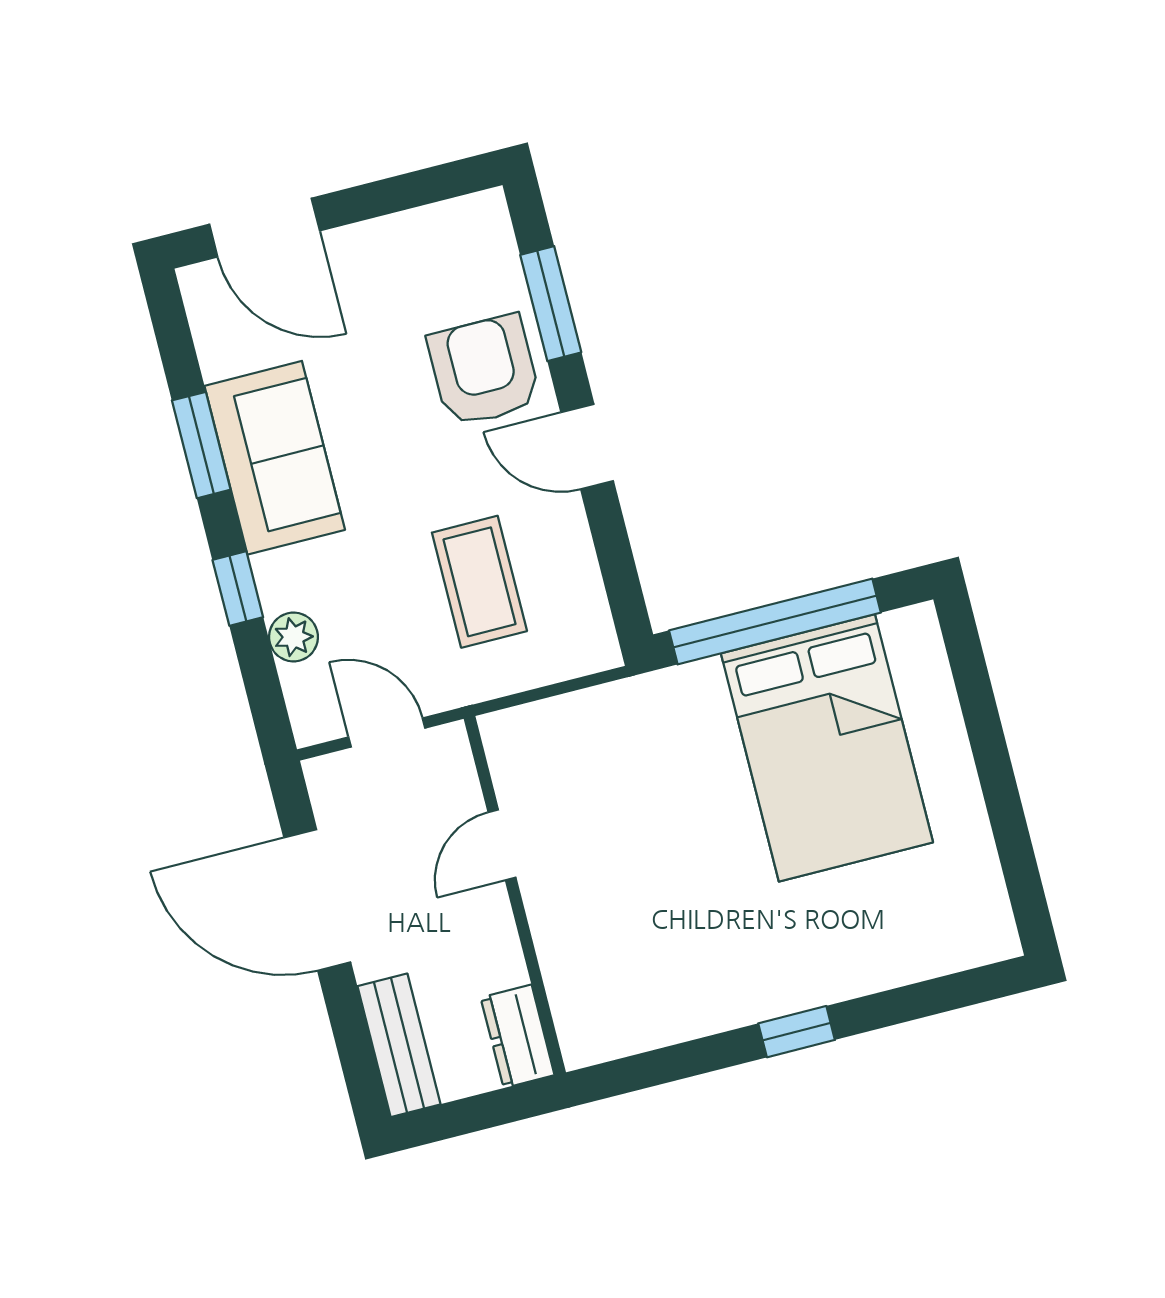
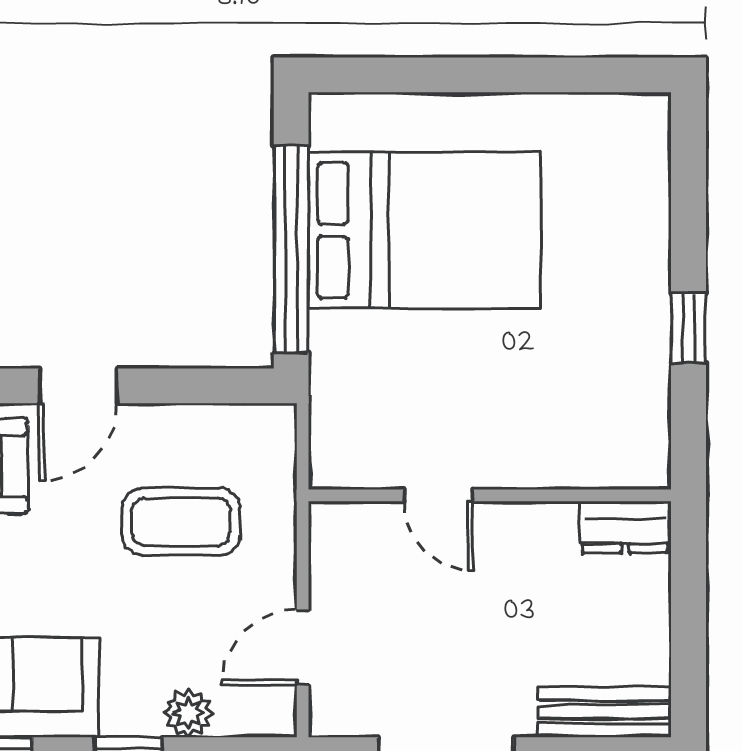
door: (502, 845) -> (438, 495), moved
wall: (515, 896) -> (490, 495), moved
dresser: (518, 1036) -> (625, 527), moved

